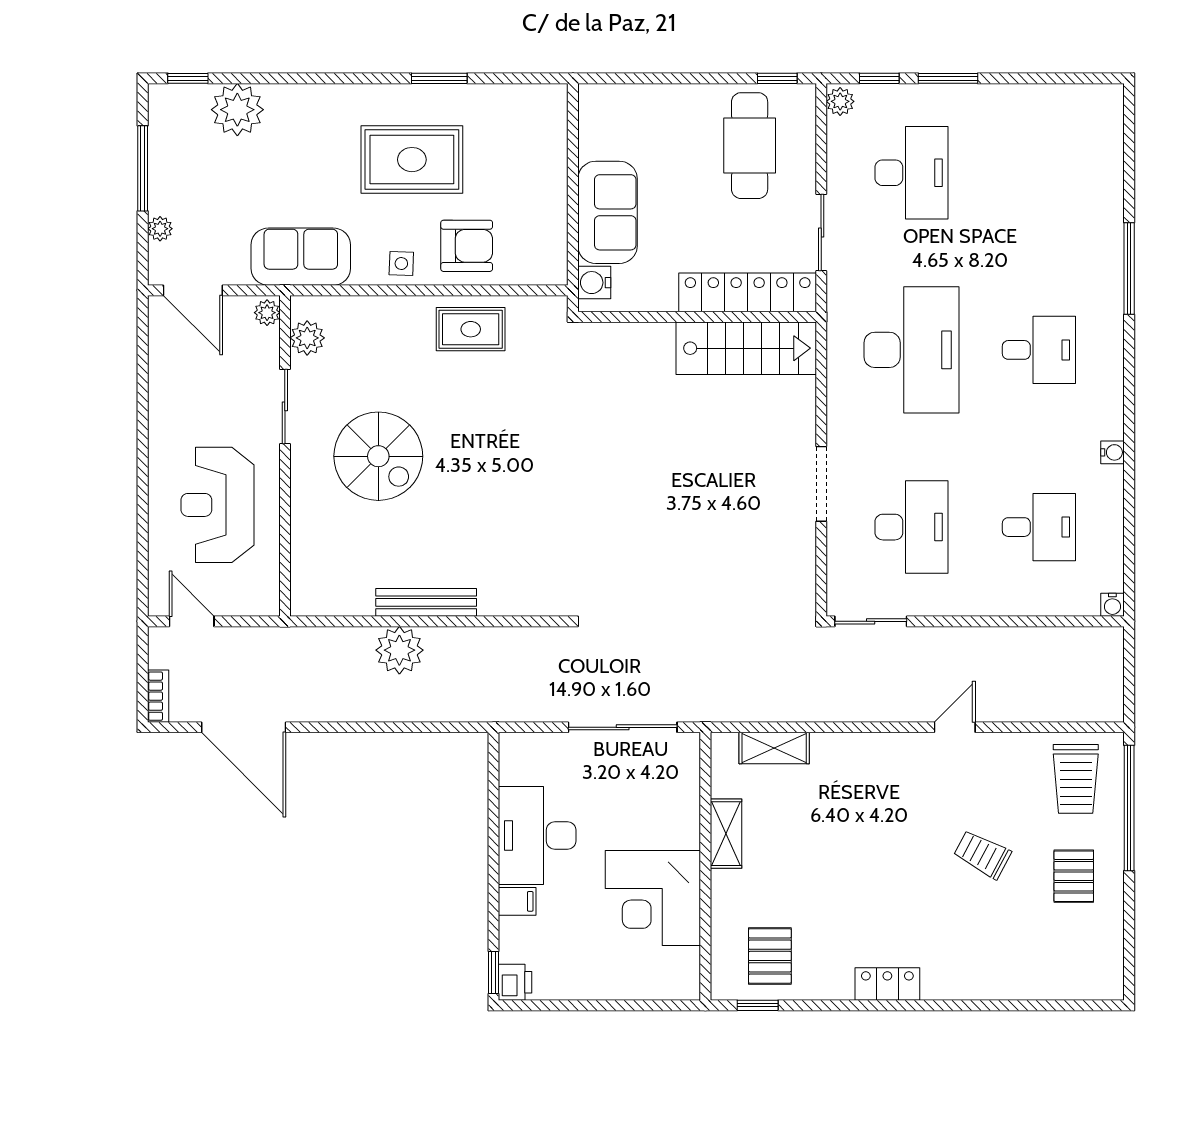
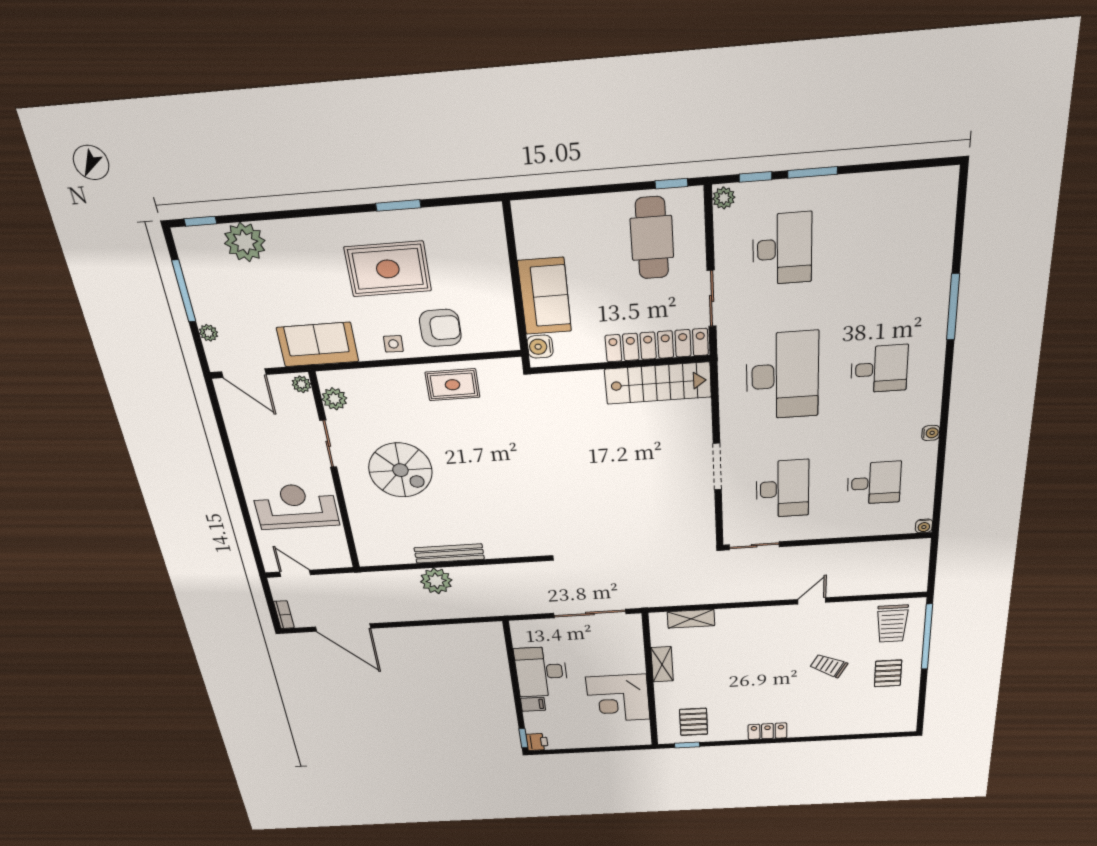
reception desk: (217, 505) -> (296, 506), turned 90

